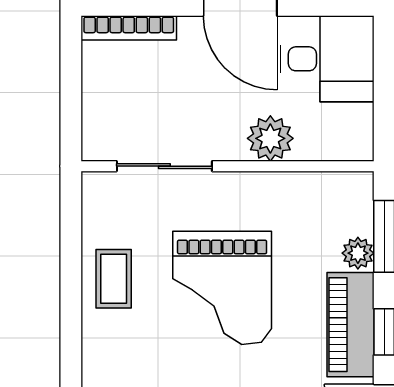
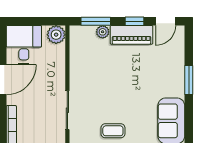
plant: (270, 138) -> (56, 35), moved
grand piano: (222, 288) -> (117, 87), removed

